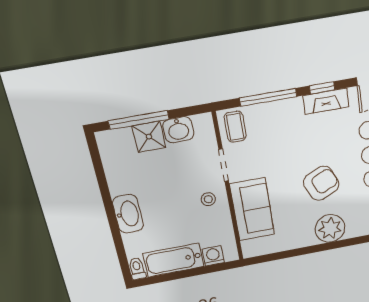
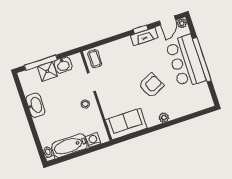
window: (268, 97) -> (111, 39), removed
sofa: (252, 209) -> (126, 124), moved, turned -90
washbasin: (128, 214) -> (35, 105), moved
plant: (330, 228) -> (164, 118), width x0.53, depth x0.53

